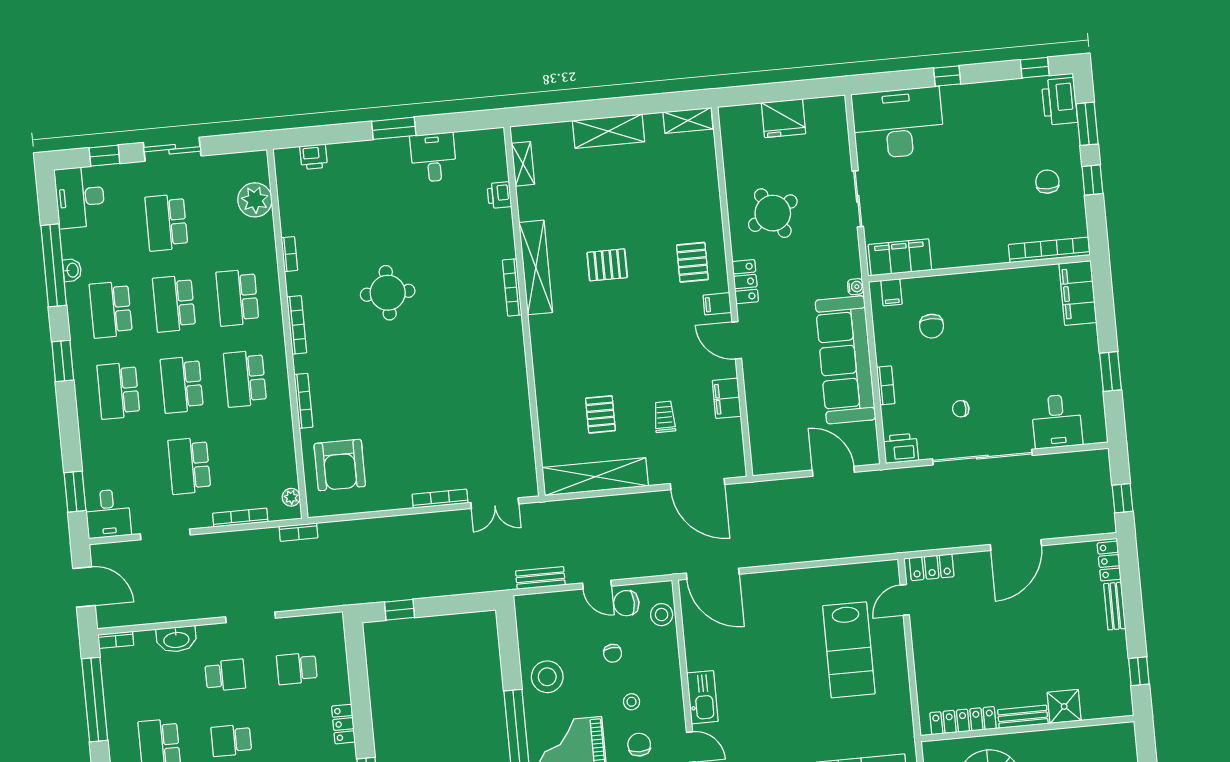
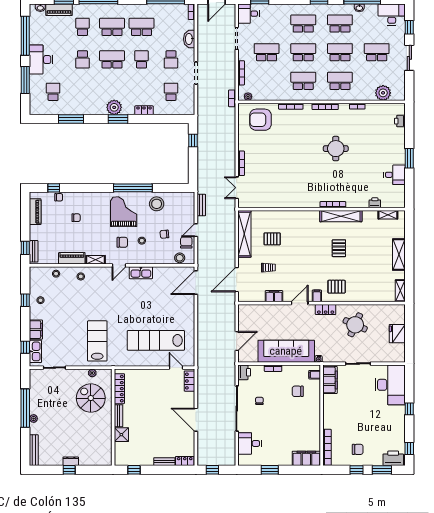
round table: (773, 213) -> (355, 325), turned -38
lab bench: (849, 650) -> (156, 340), width x1.36

